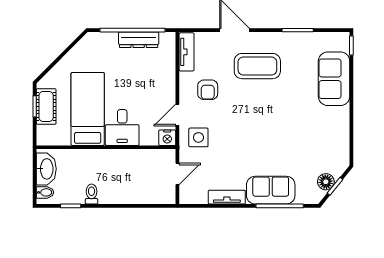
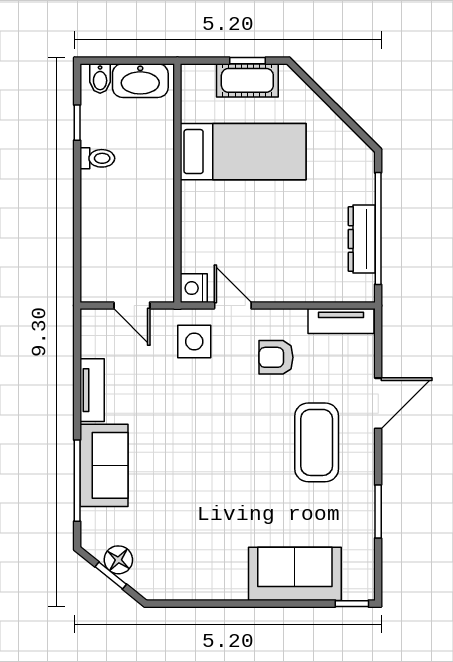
desk: (122, 128) -> (211, 211), removed

